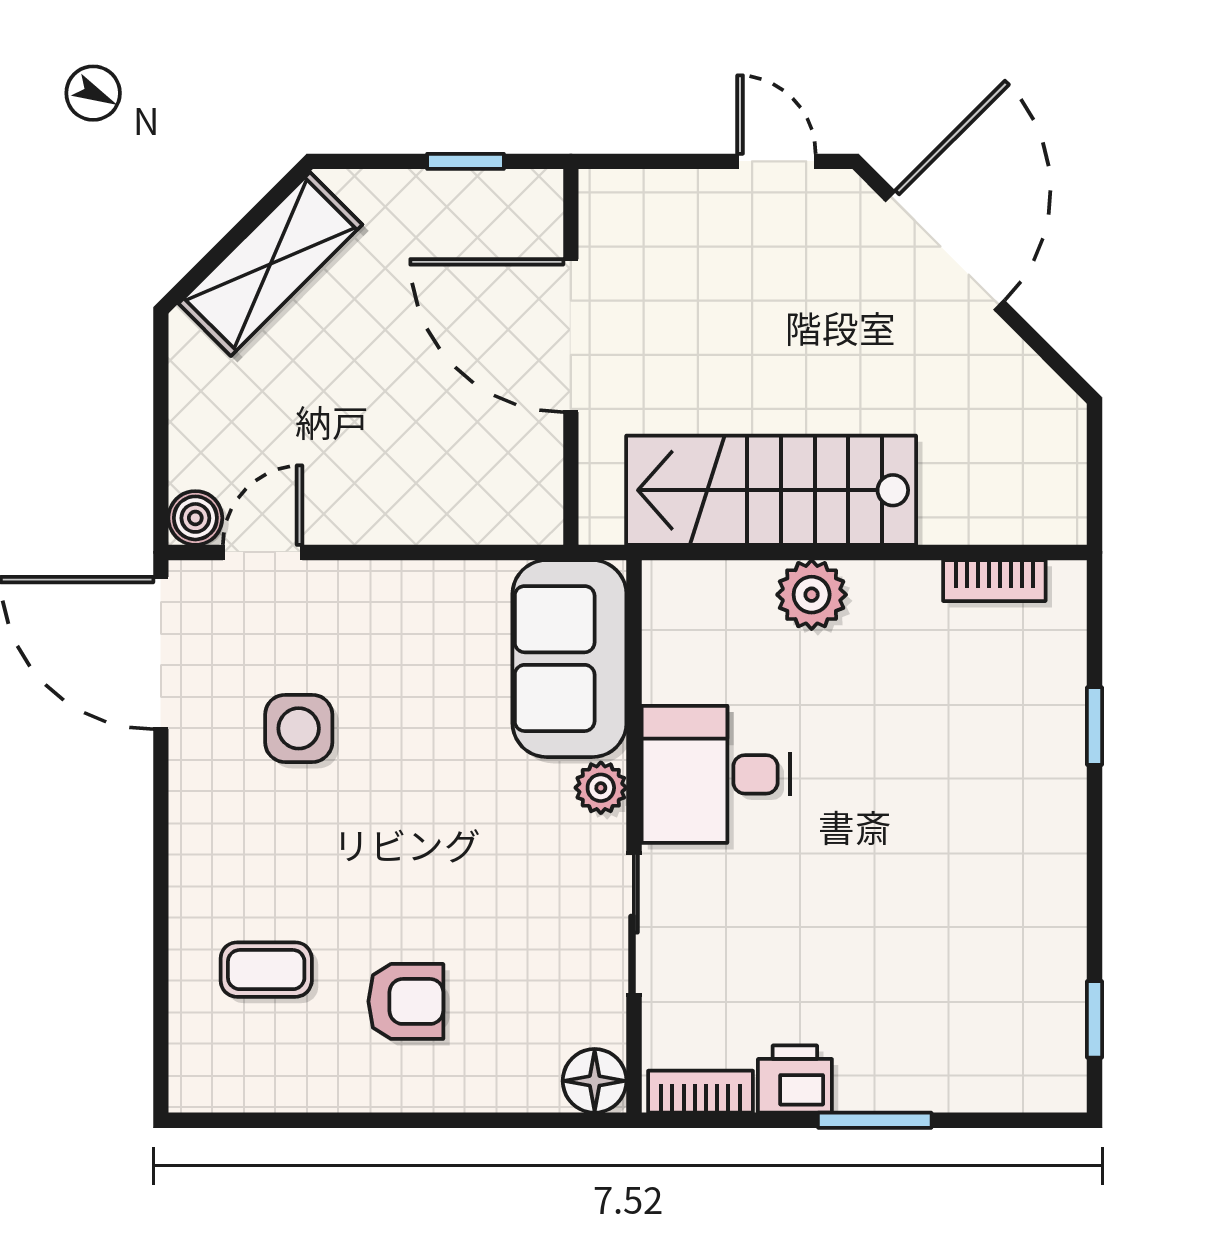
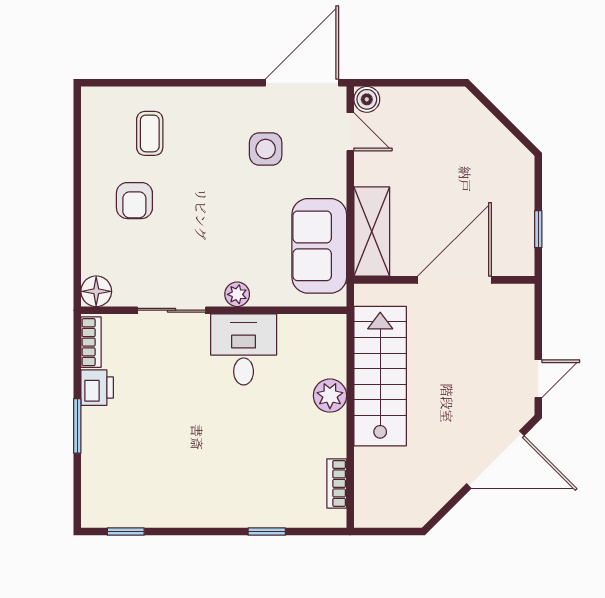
shelving: (270, 264) -> (372, 232), moved, turned 45
sofa: (569, 659) -> (319, 246), moved, turned -90

